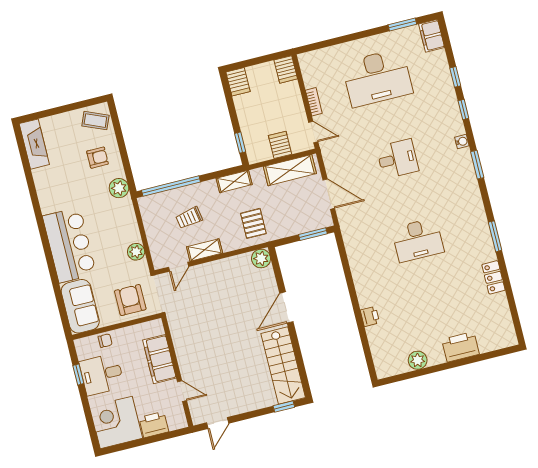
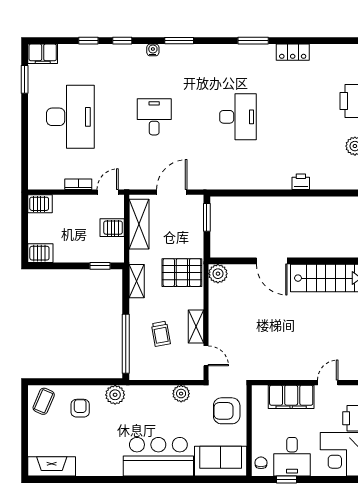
pallet: (253, 223) -> (182, 273), width x1.50, depth x1.42
chair: (105, 341) -> (261, 463), moved

